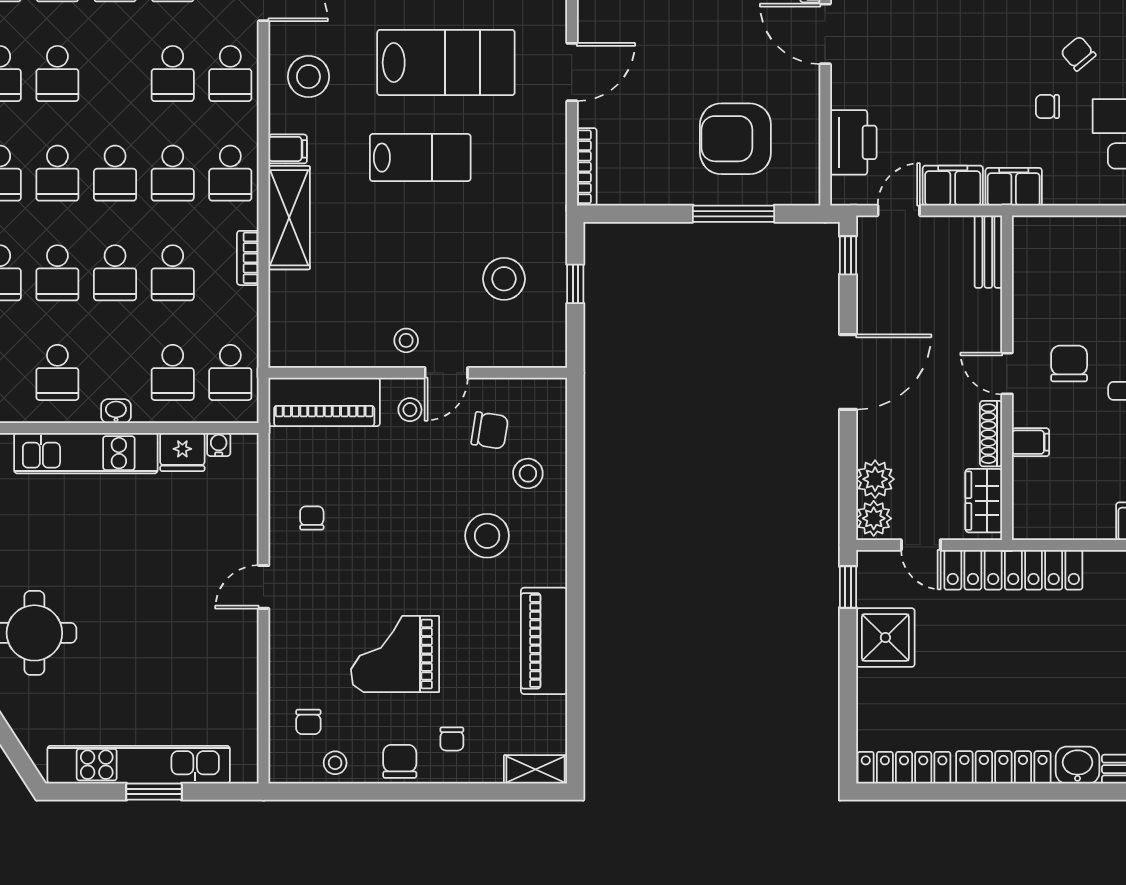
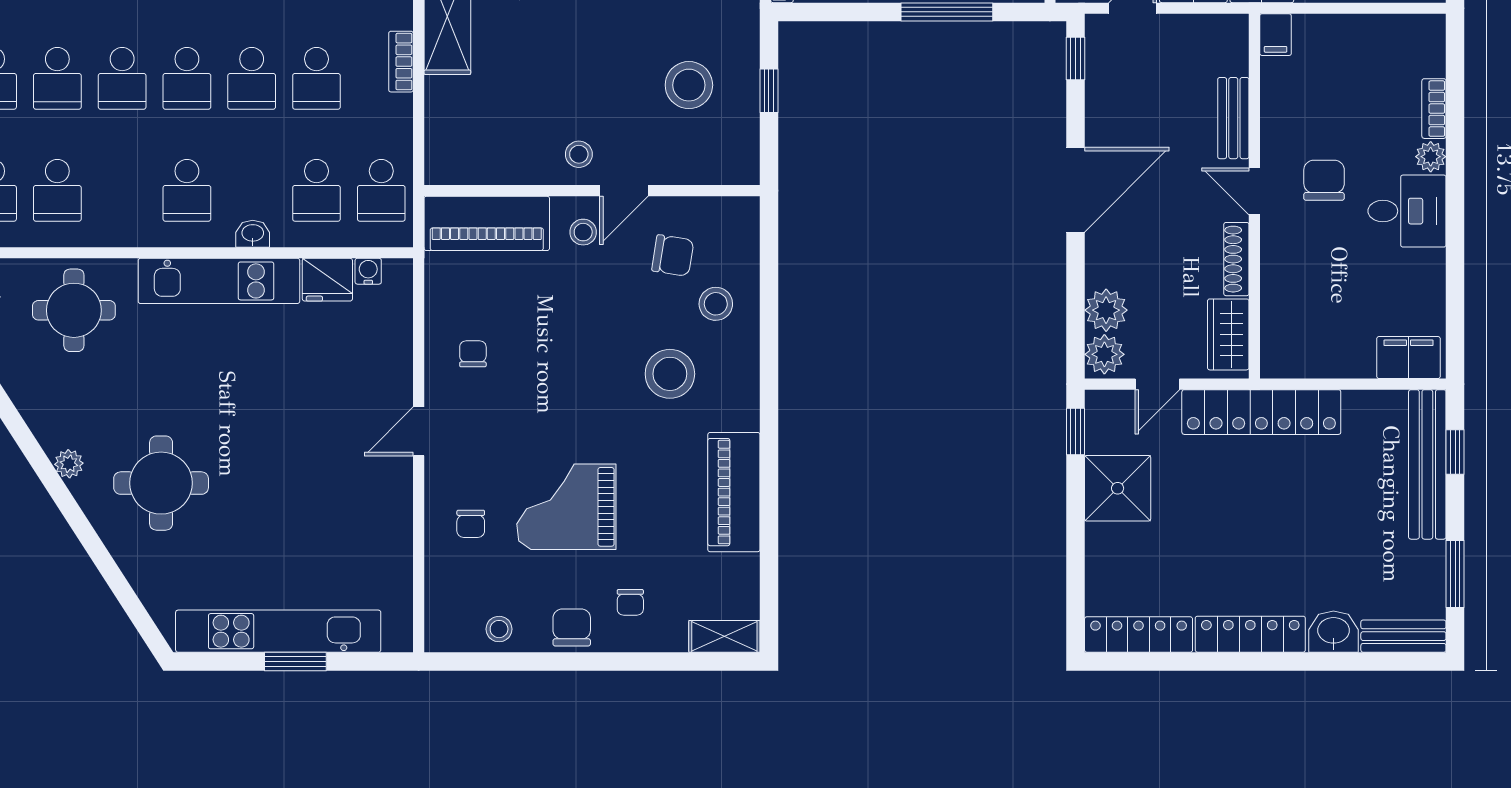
bench: (988, 252) -> (1233, 118), moved
filing cabinet: (1031, 442) -> (1276, 35), moved, turned 90
door: (921, 545) -> (1157, 384), hinge flipped
chair: (308, 722) -> (471, 524), moved

